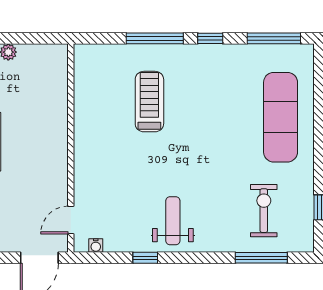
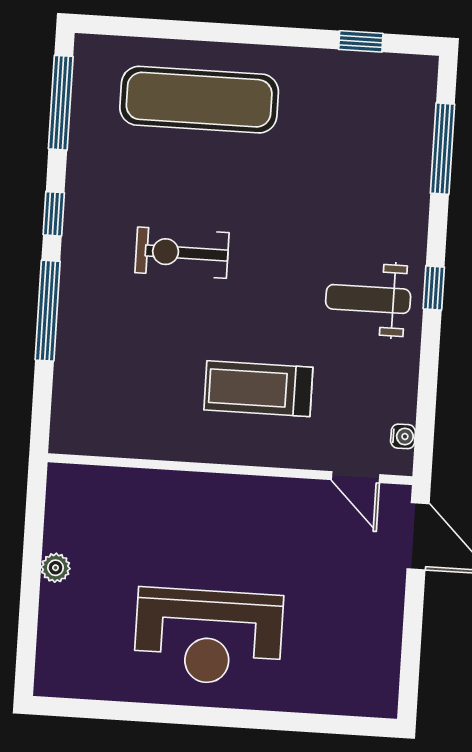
treadmill: (149, 102) -> (258, 389), moved
exercise bike: (264, 211) -> (182, 253), moved
window: (145, 258) -> (434, 288), moved

